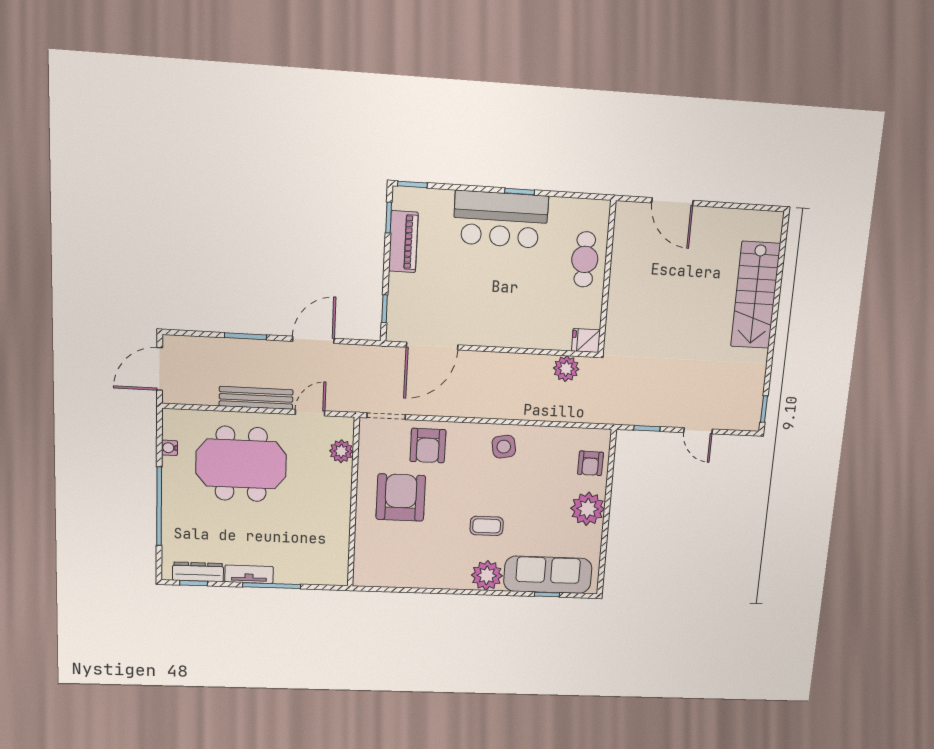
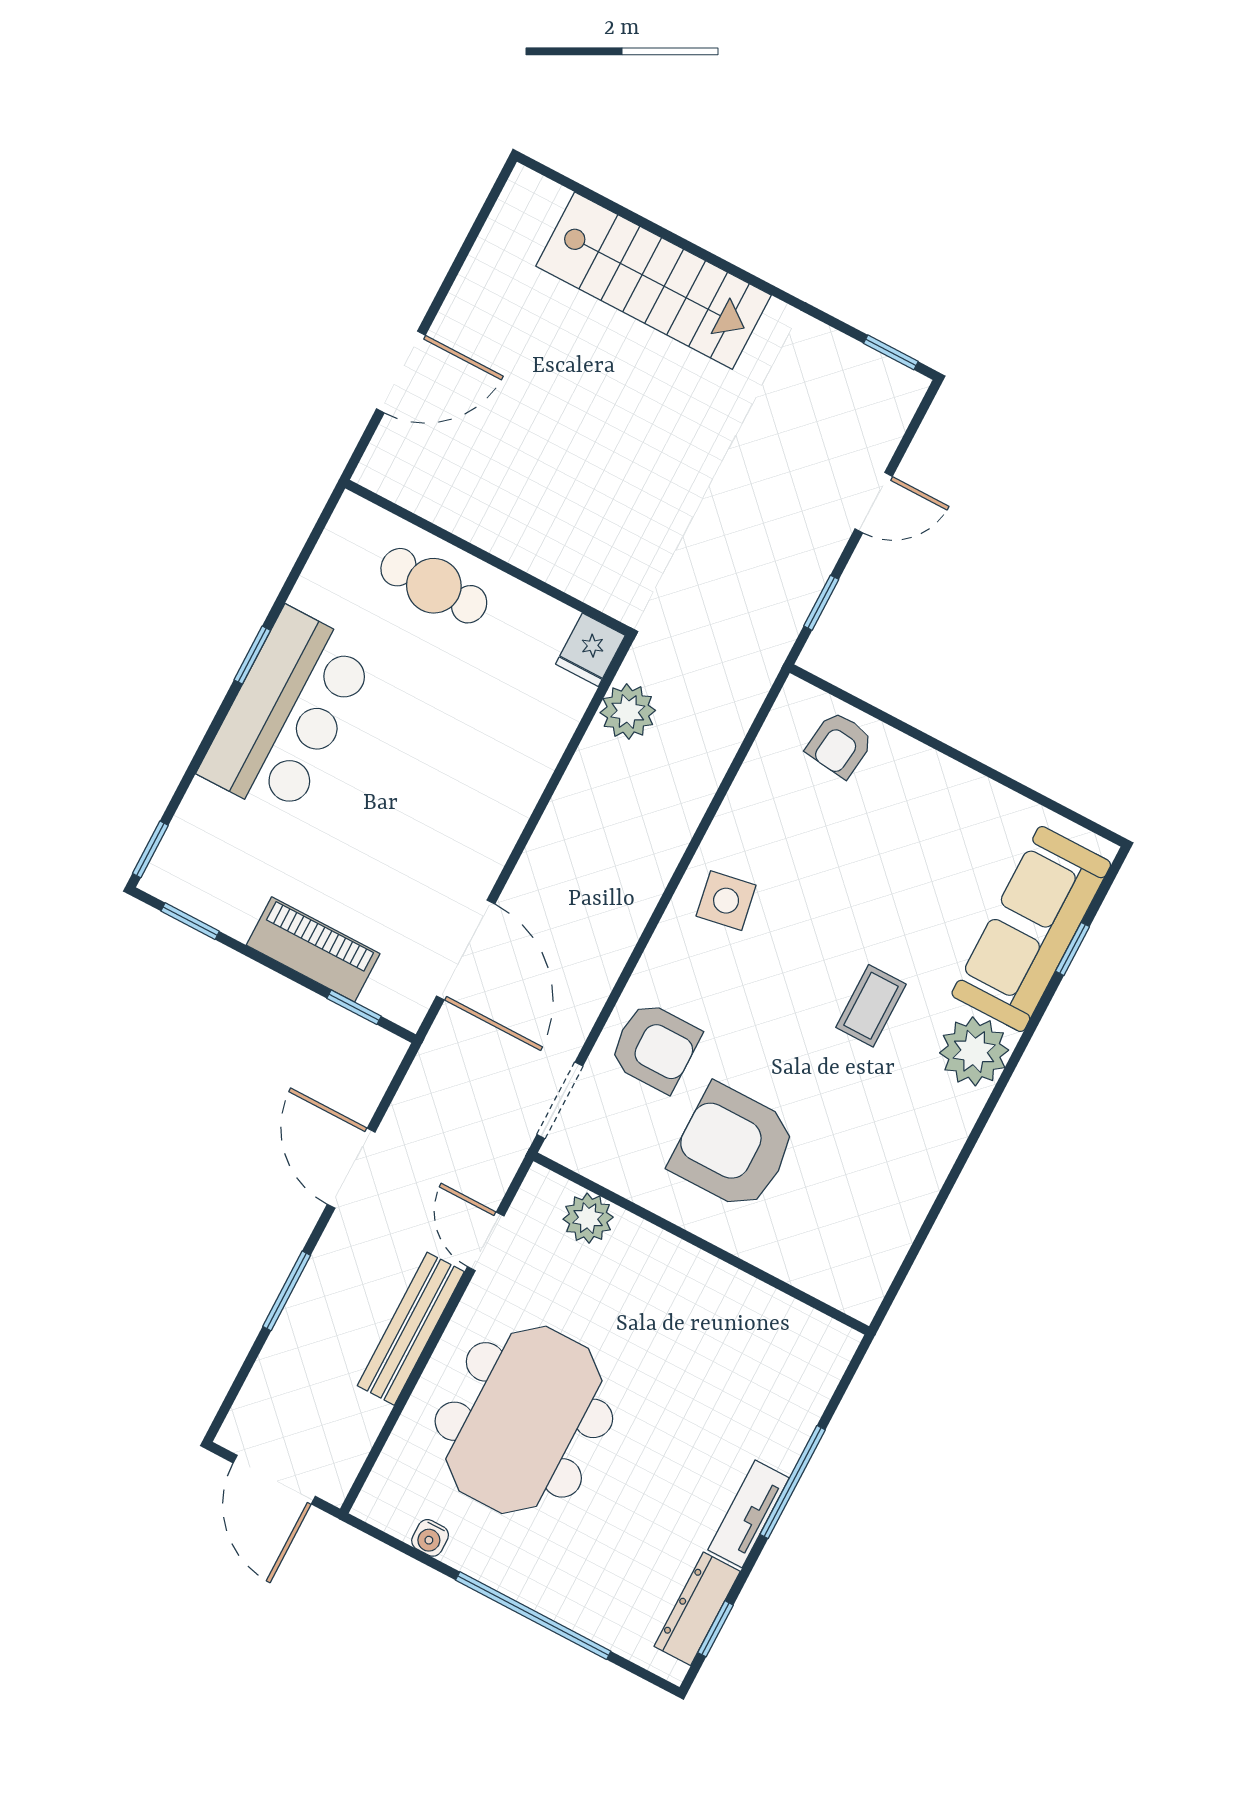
piano: (403, 242) -> (313, 949), moved
armchair: (590, 463) -> (840, 745), turned 96
plant: (588, 509) -> (931, 790), removed

